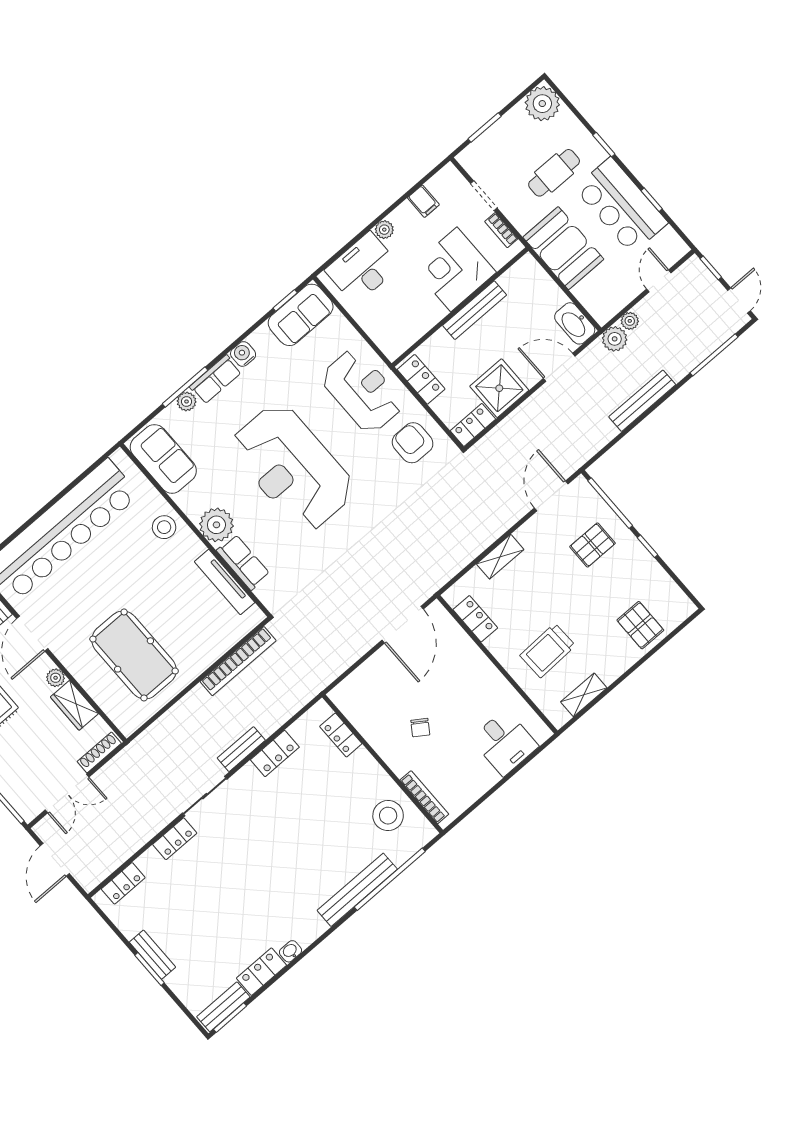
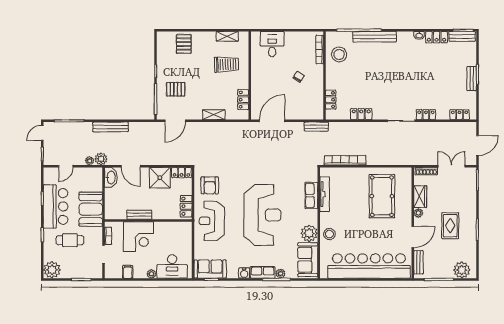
bench: (475, 310) -> (139, 215), width x0.73
plant: (216, 525) -> (309, 233), moved
bench: (241, 749) -> (316, 127), moved

